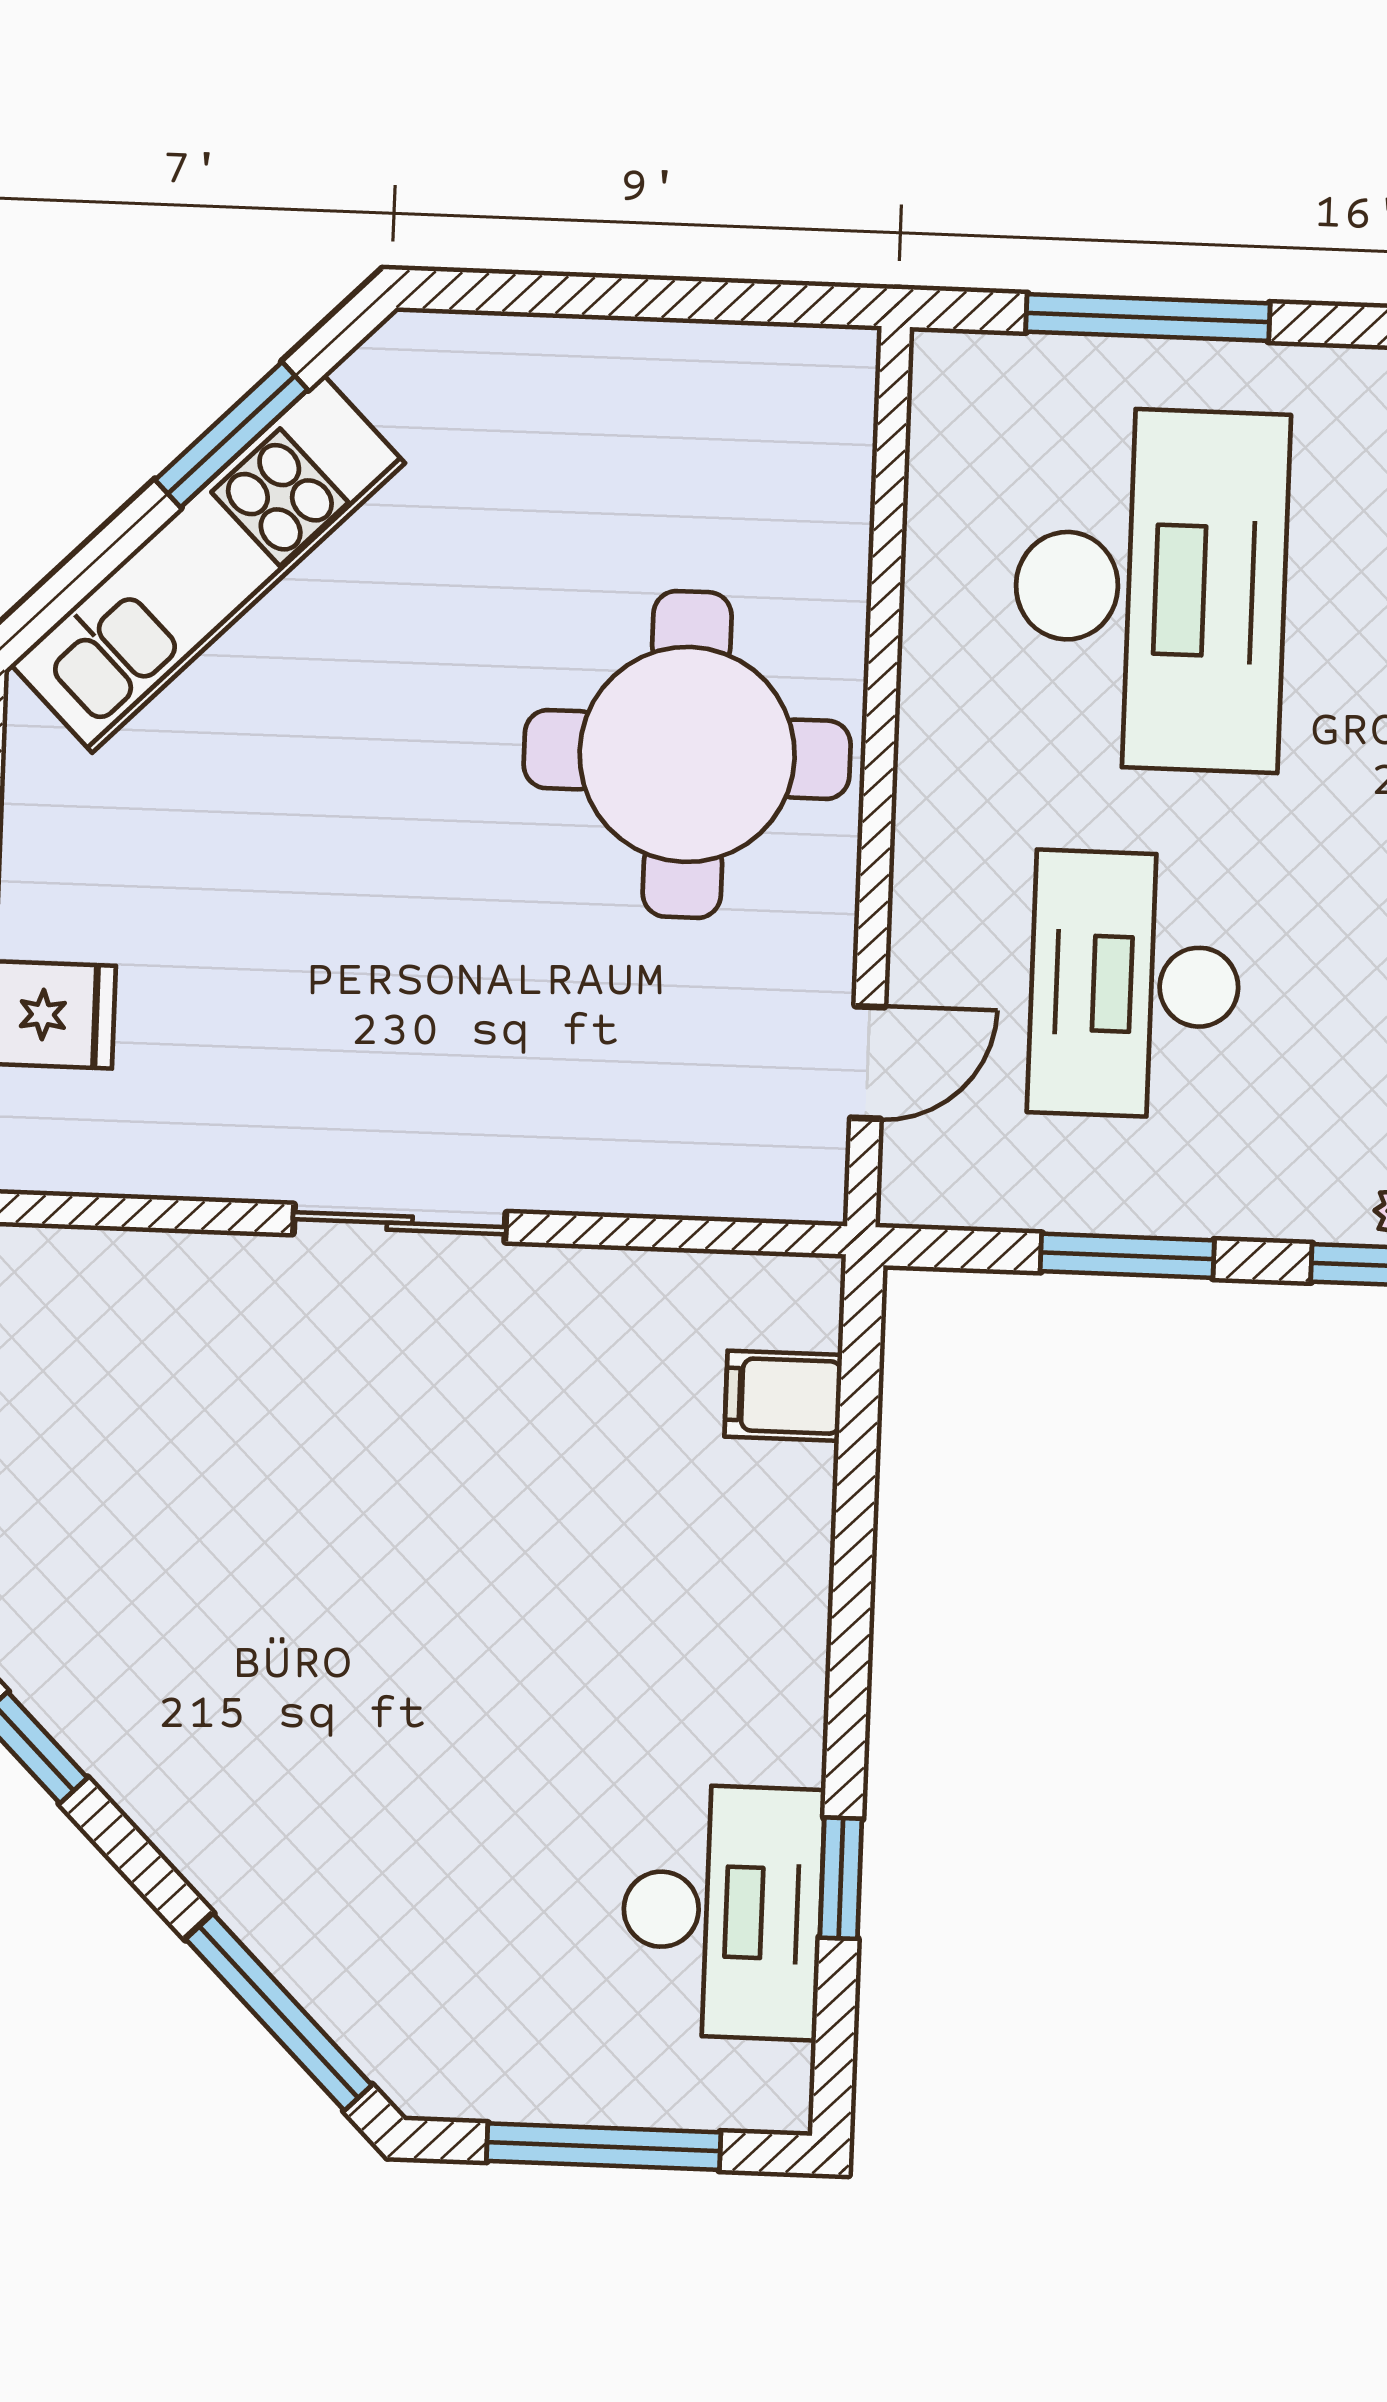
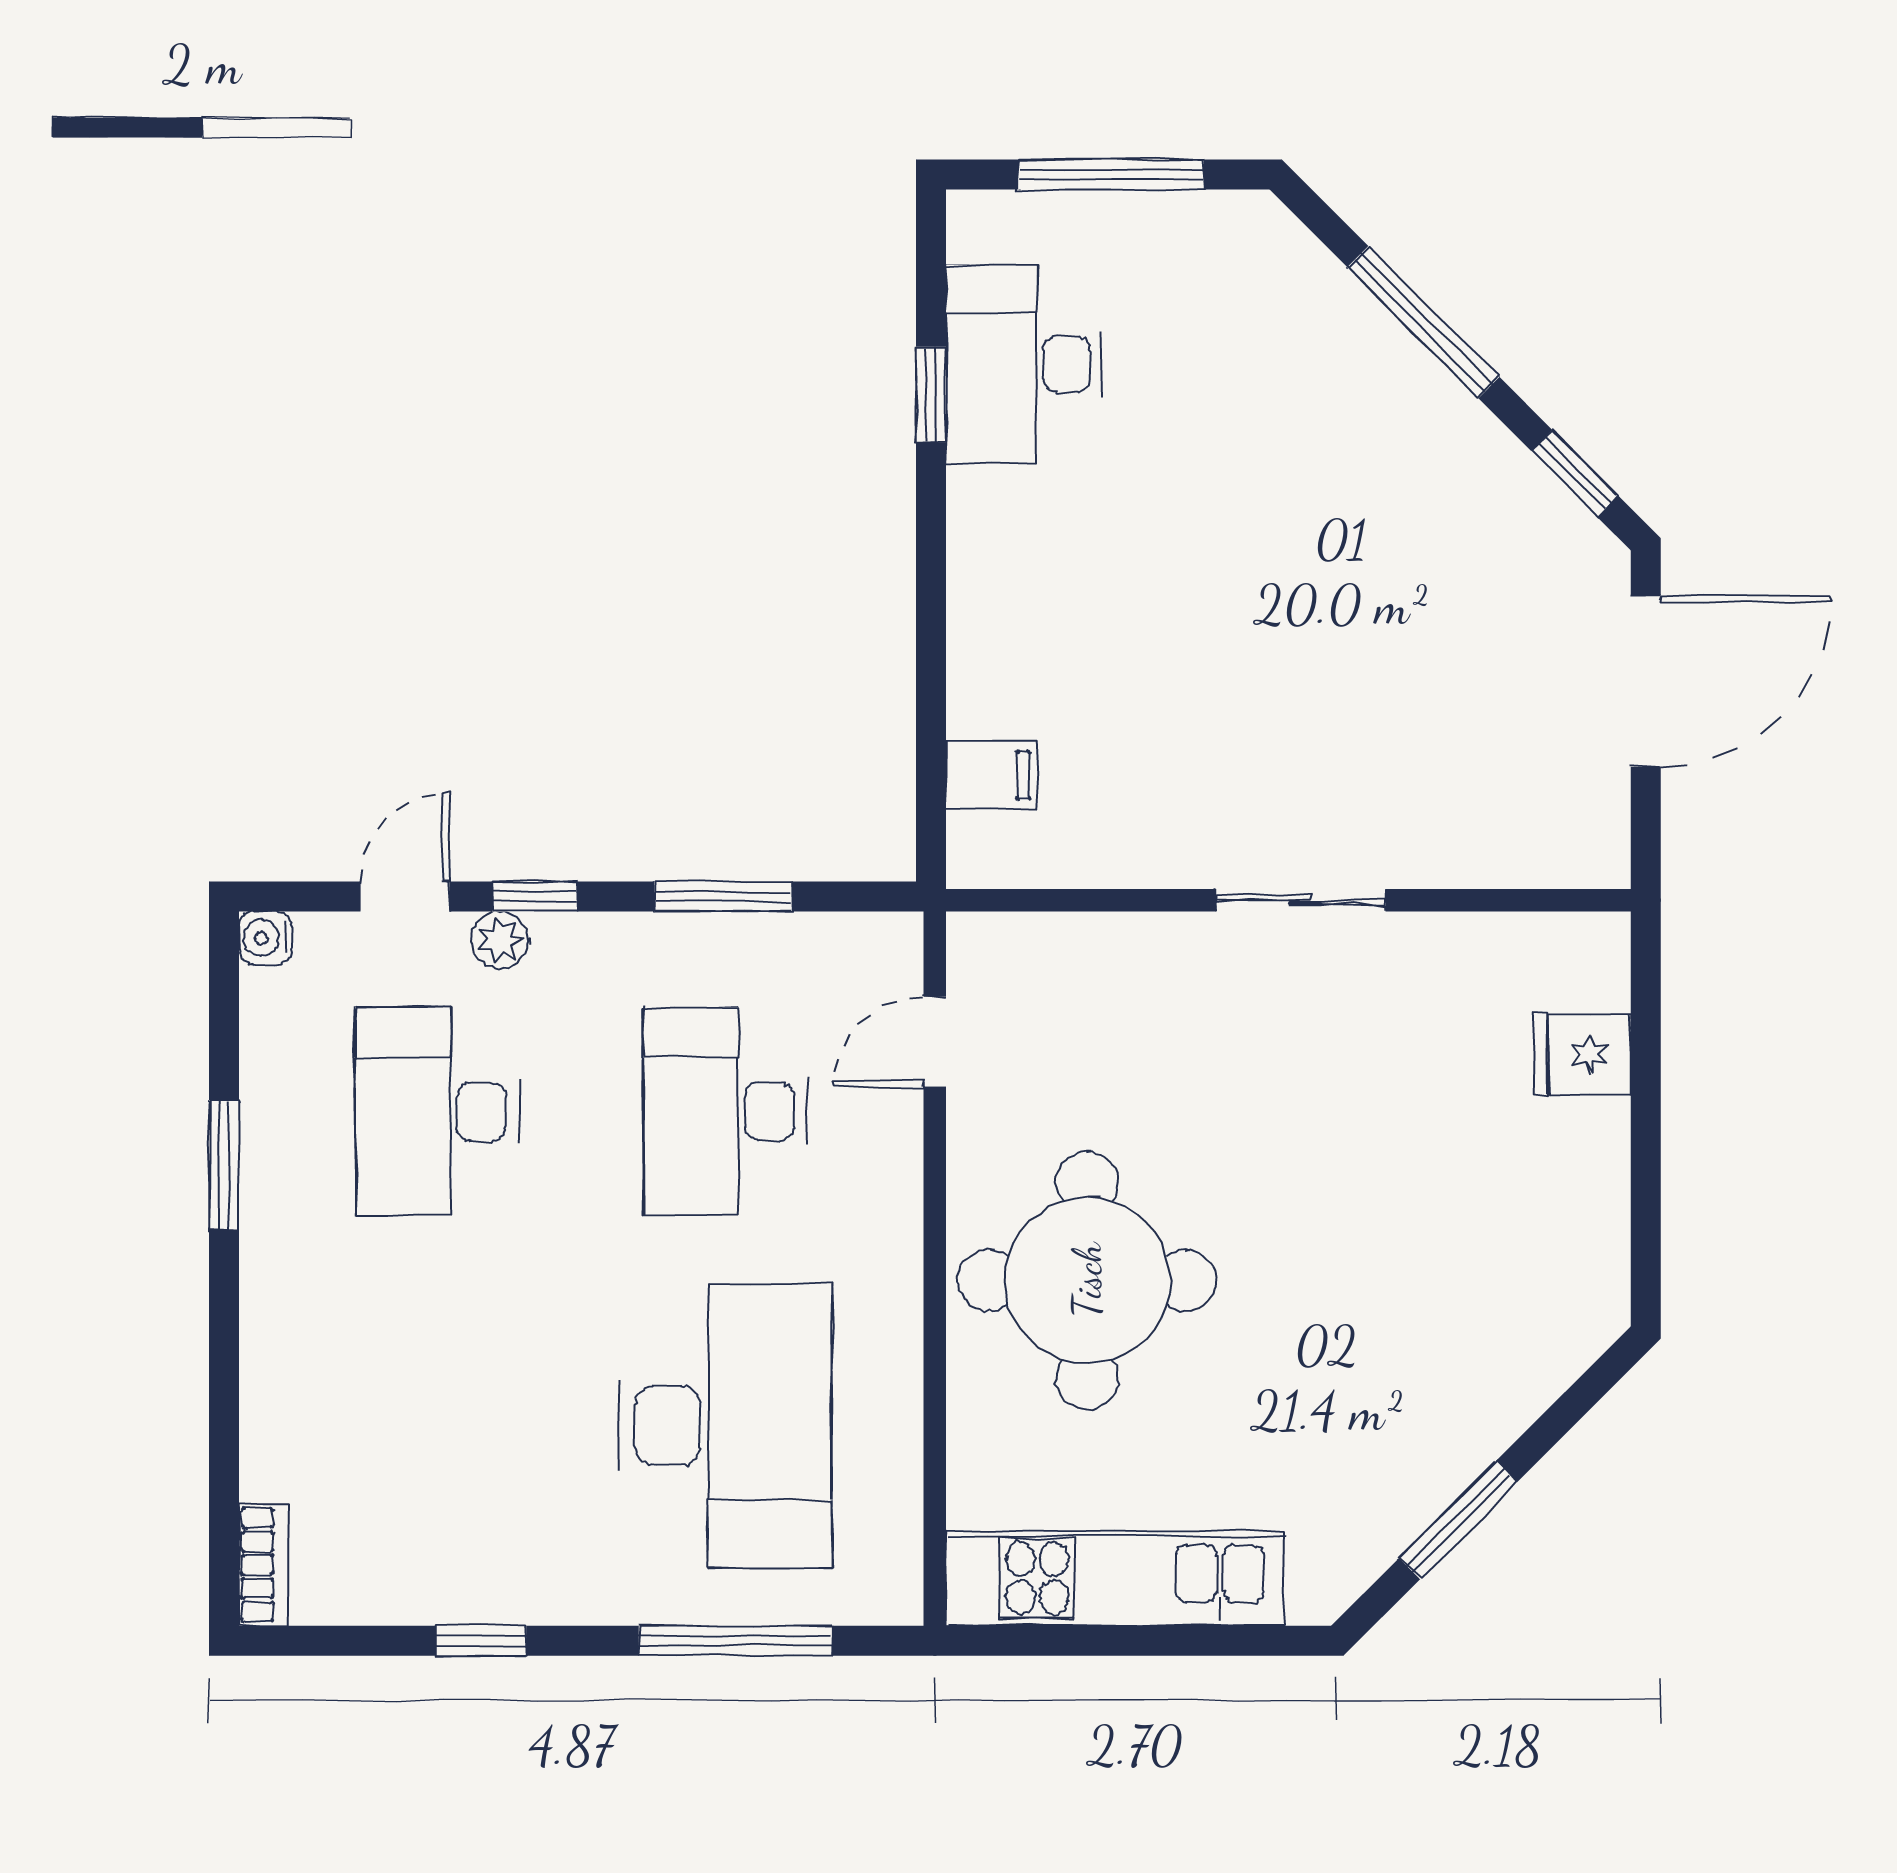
kitchen unit: (208, 564) -> (1115, 1578), moved, turned 45
desk: (1150, 589) -> (725, 1426), turned 180
desk: (1135, 985) -> (725, 1112), turned 180
window: (279, 2012) -> (1423, 322), moved

